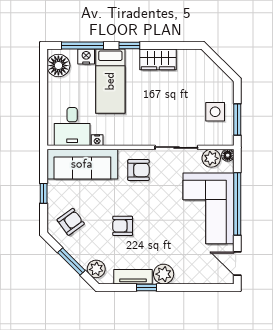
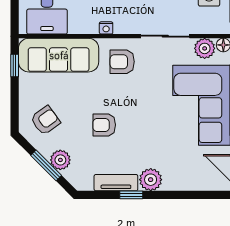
nightstand: (97, 140) -> (106, 28), moved
armchair: (138, 170) -> (122, 62), turned 180
window: (44, 193) -> (15, 66), moved
plant: (96, 269) -> (60, 160), moved

